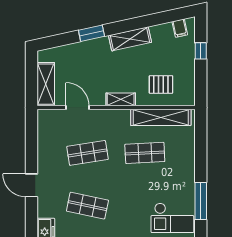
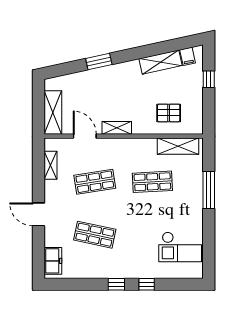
shelving: (130, 39) -> (160, 62), moved
shelving: (121, 99) -> (117, 128), moved
shelving: (161, 117) -> (178, 146), width x0.68
shelving: (43, 137) -> (50, 165), added
window: (201, 201) -> (209, 190), moved

